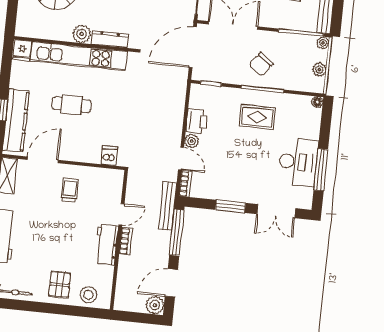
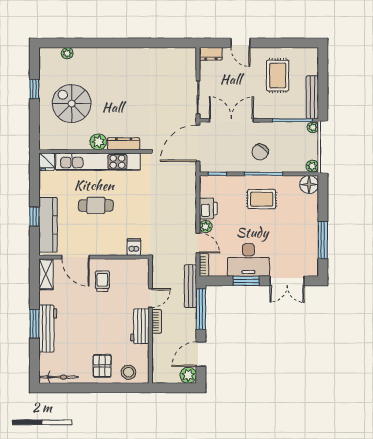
plant: (319, 70) -> (312, 166), moved
floor lamp: (317, 102) -> (309, 184), width x1.89, depth x1.89
door: (43, 160) -> (75, 257), swing flipped
desk: (298, 162) -> (248, 260), moved, turned 90

